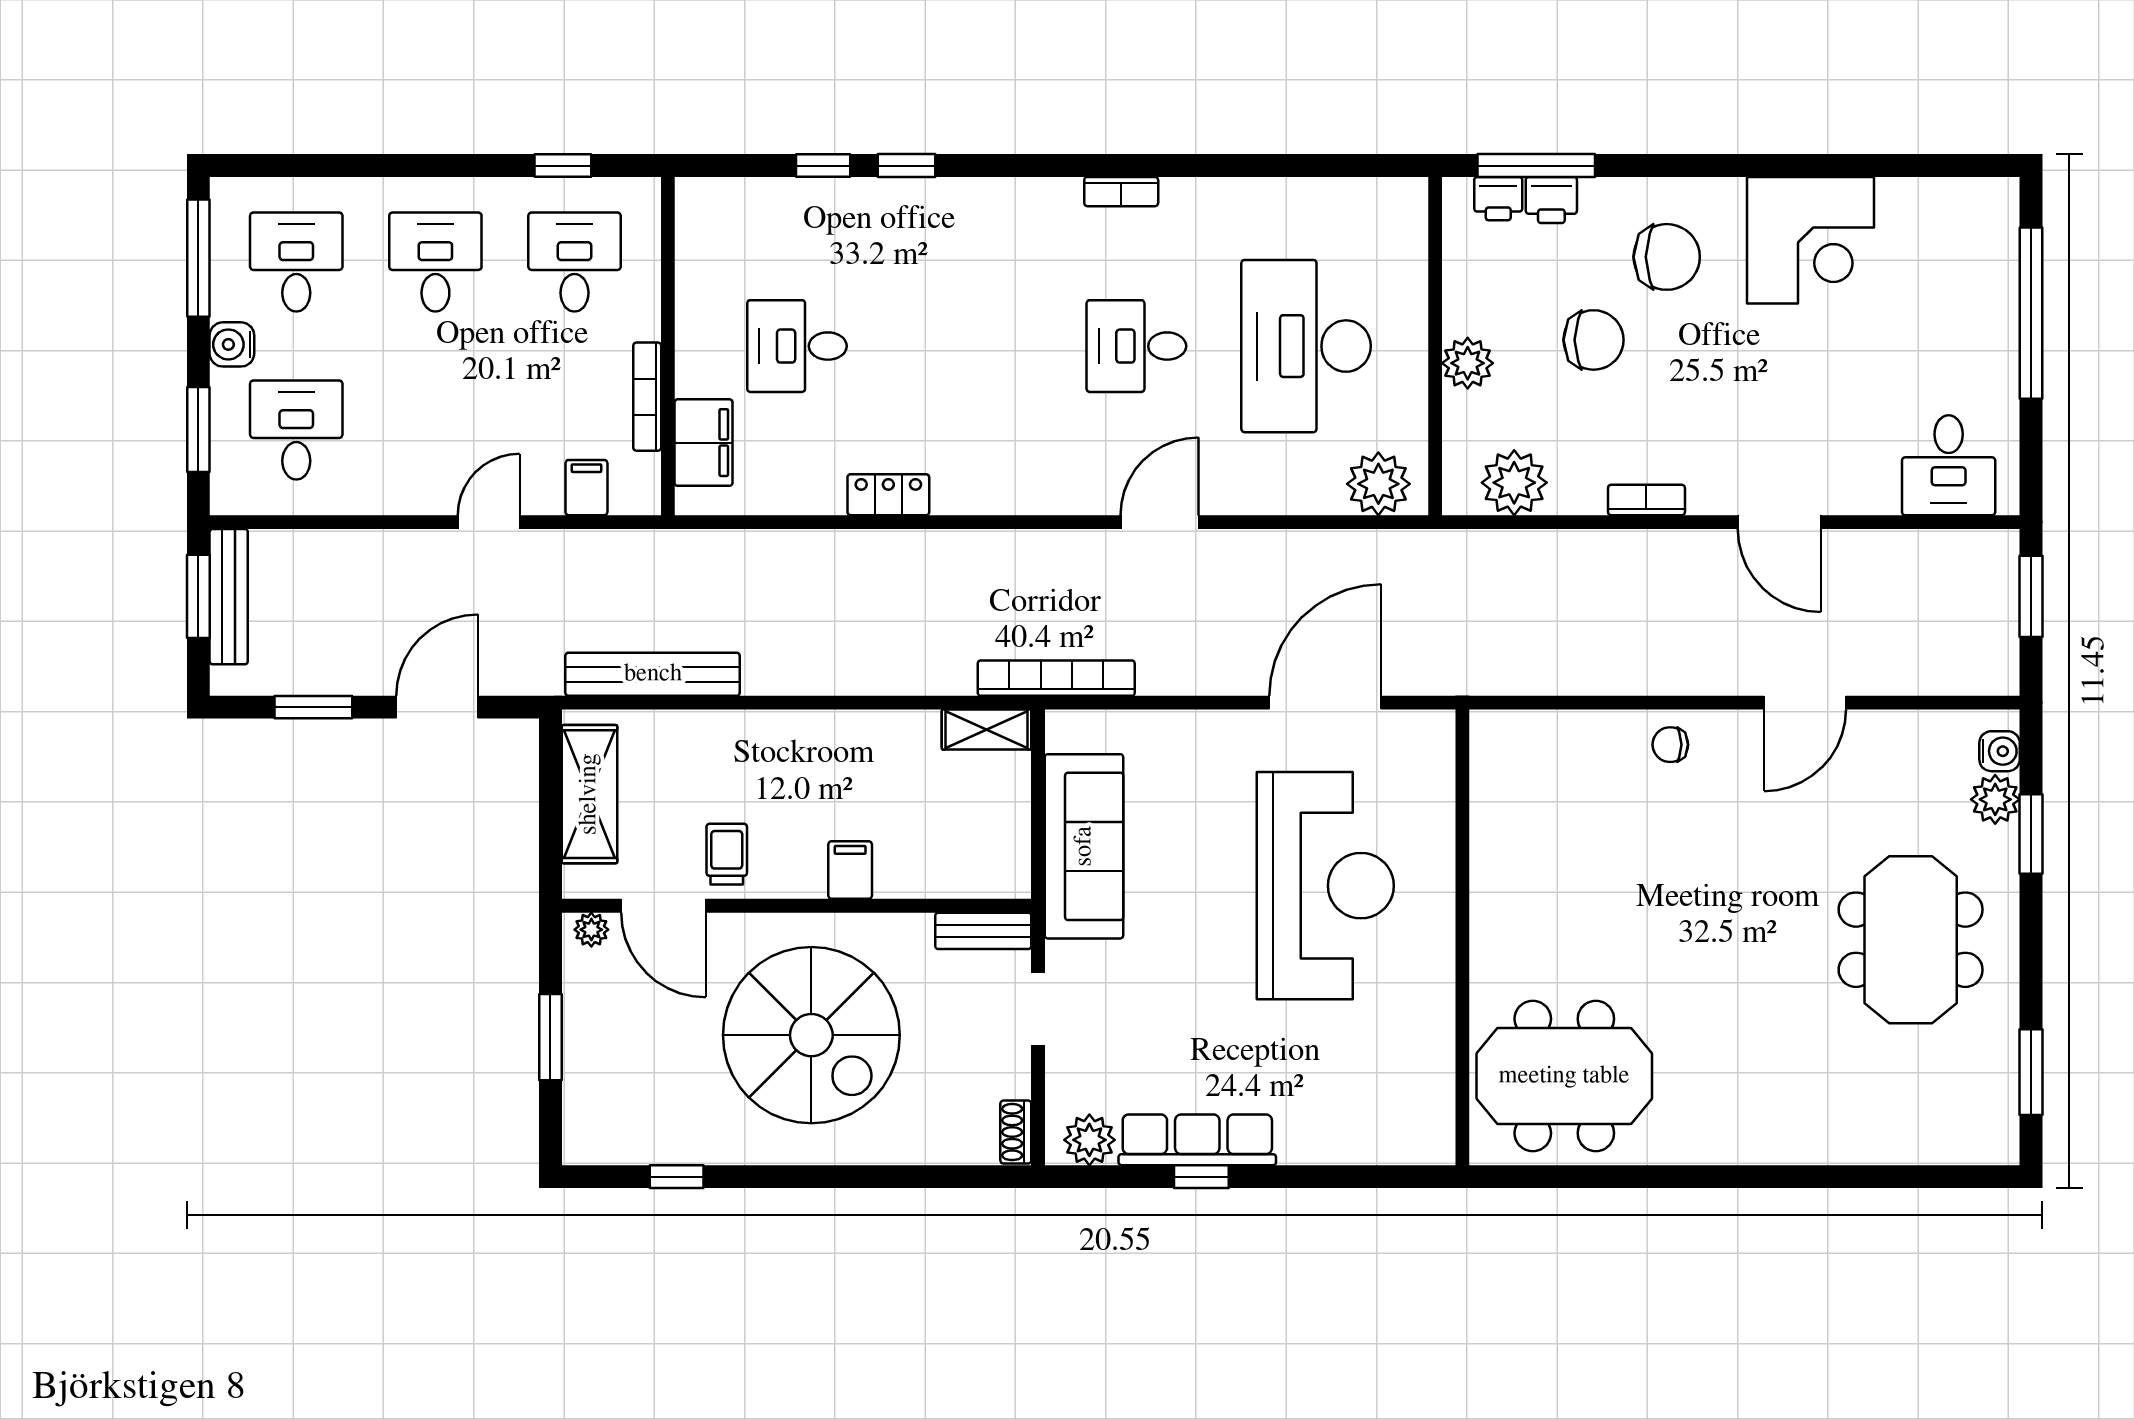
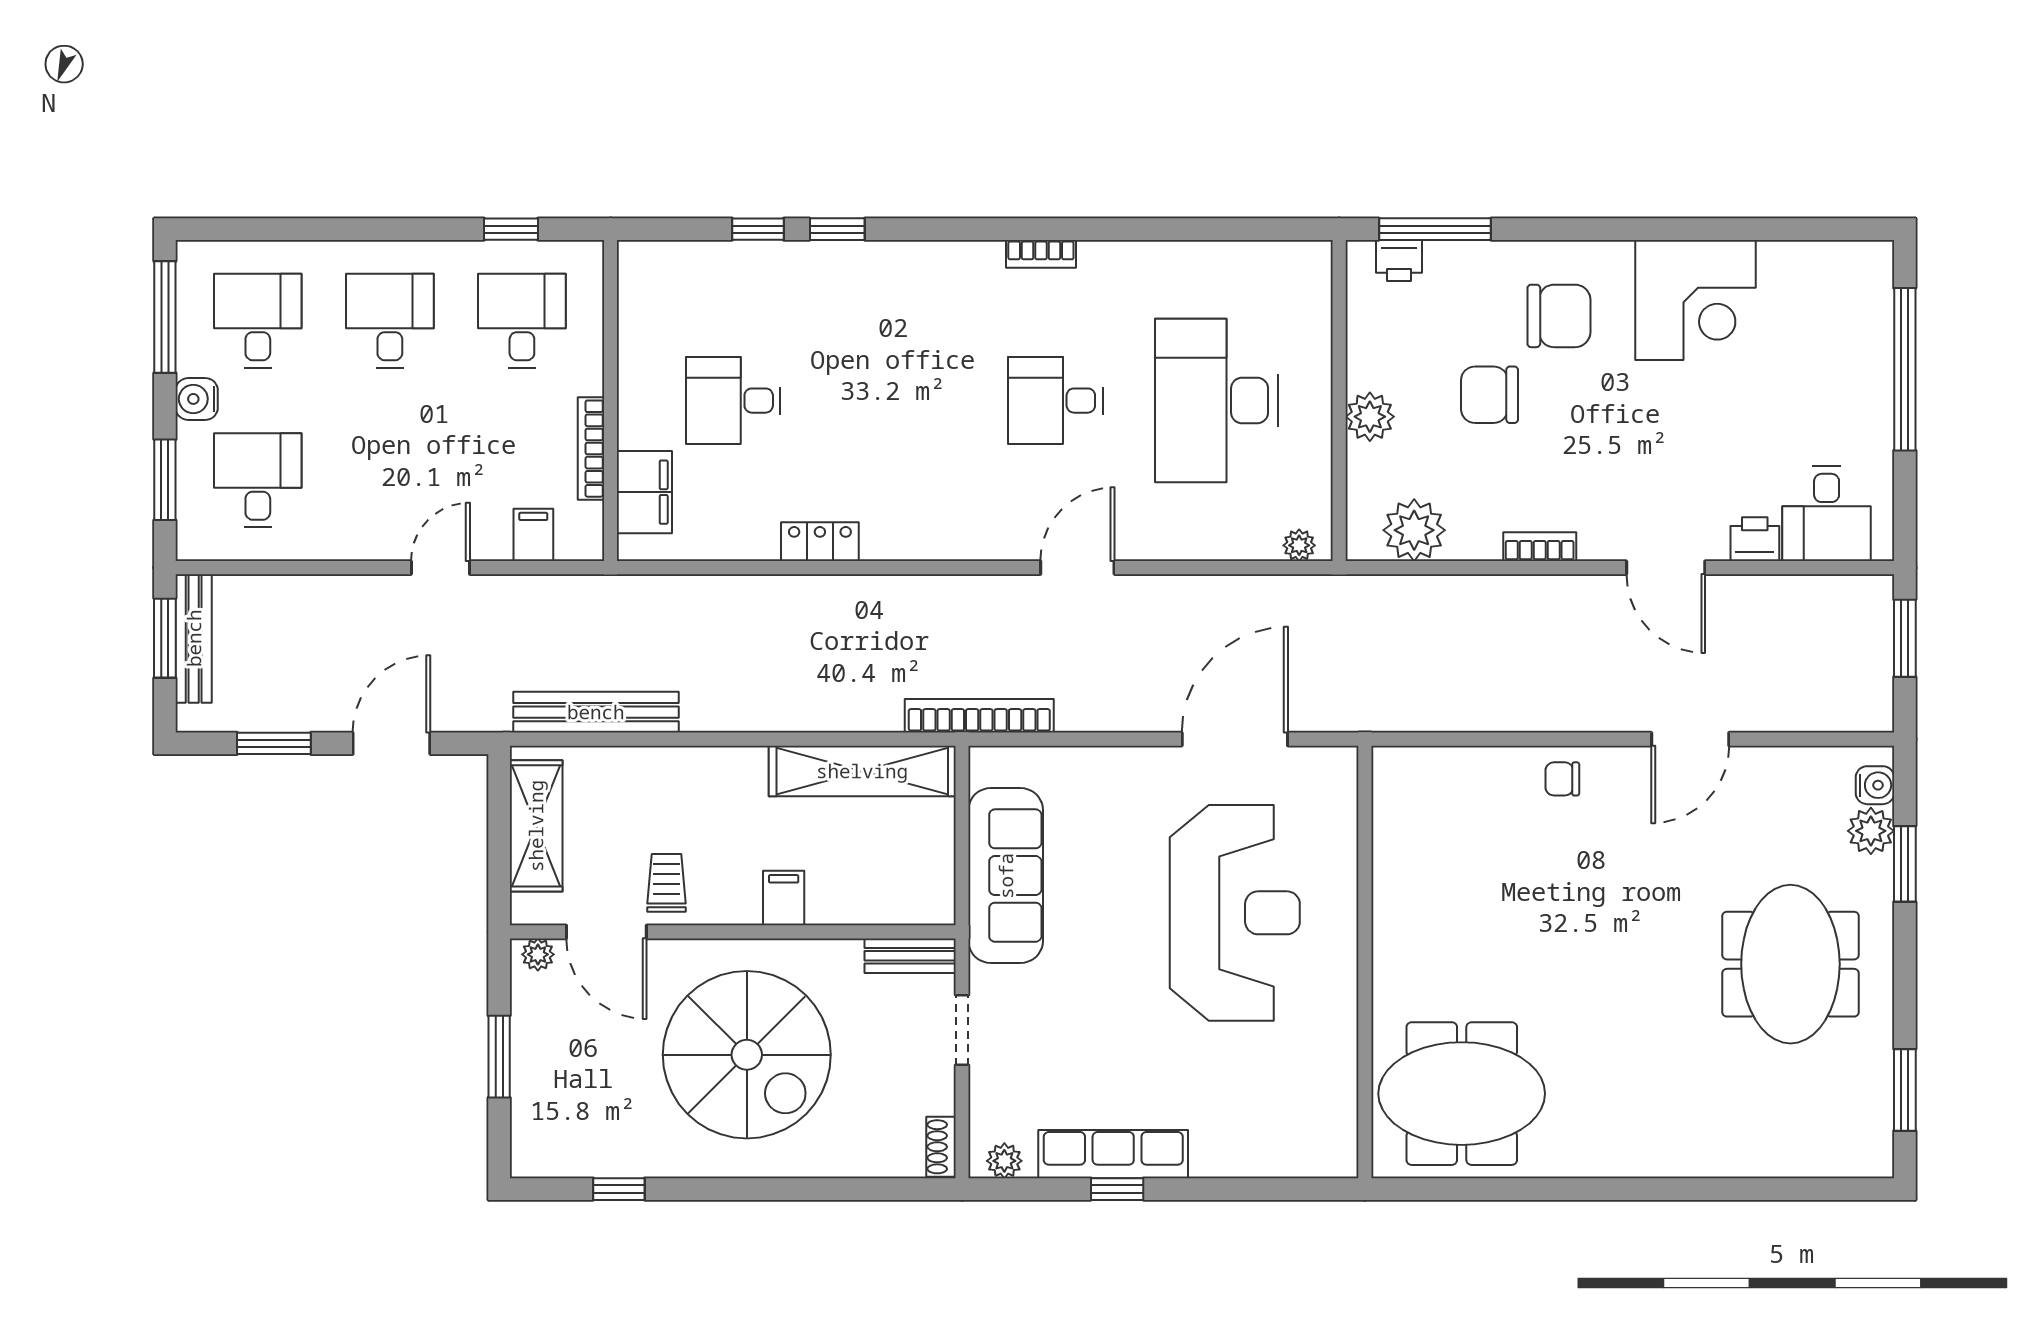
printer: (1551, 200) -> (1755, 539), moved, turned 180
chair: (1594, 340) -> (1489, 395), turned 180
plant: (1378, 484) -> (1299, 545), width x0.53, depth x0.53
shelving: (987, 730) -> (862, 771), width x2.20, depth x1.33
plant: (1089, 1140) -> (1004, 1161), width x0.73, depth x0.73

